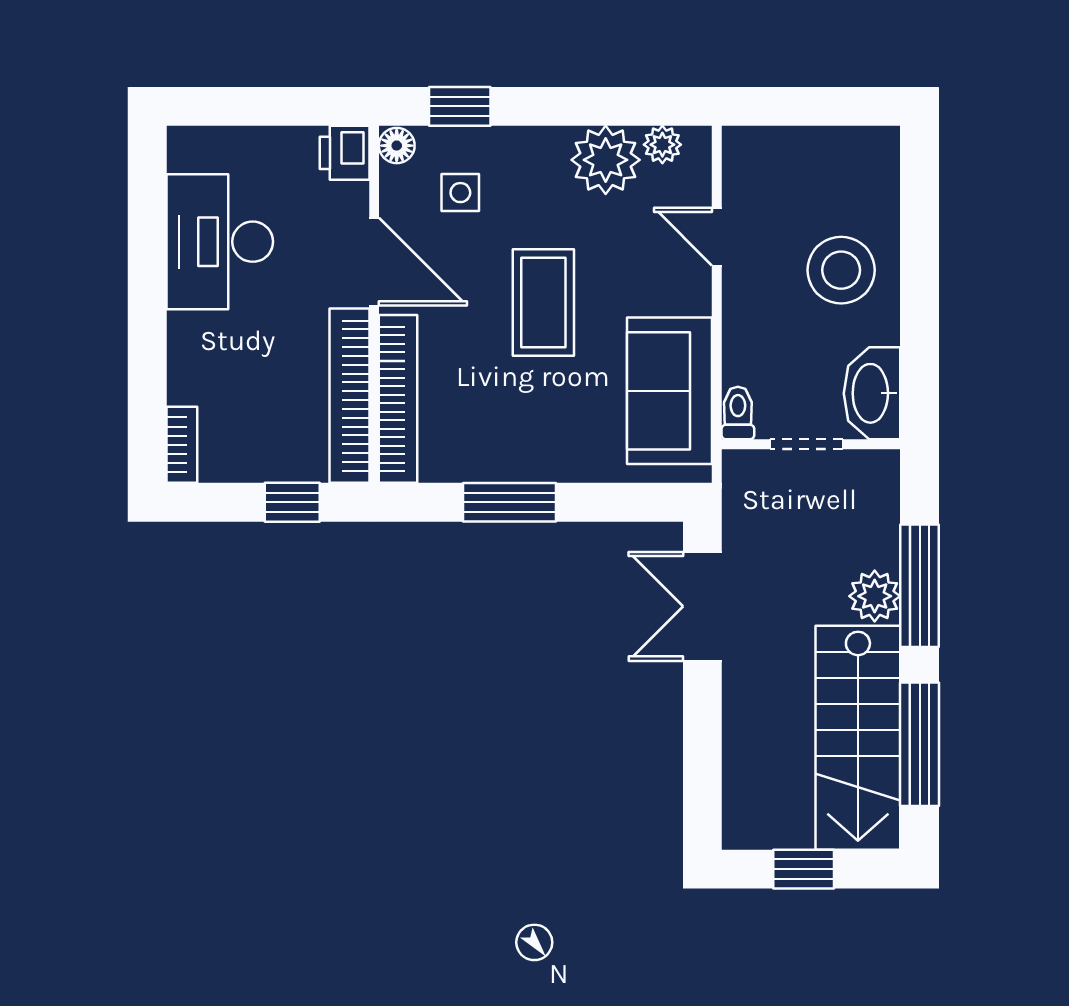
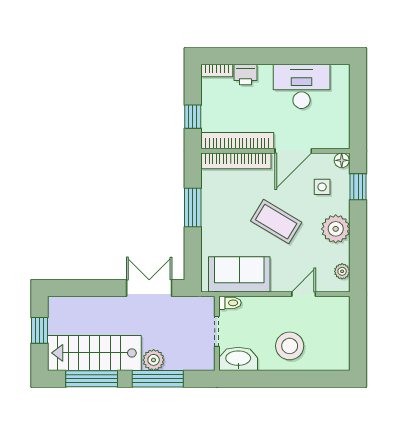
printer: (345, 153) -> (246, 75), moved, turned 180
plant: (606, 160) -> (336, 229), moved
coffee table: (543, 302) -> (276, 222), turned 31

